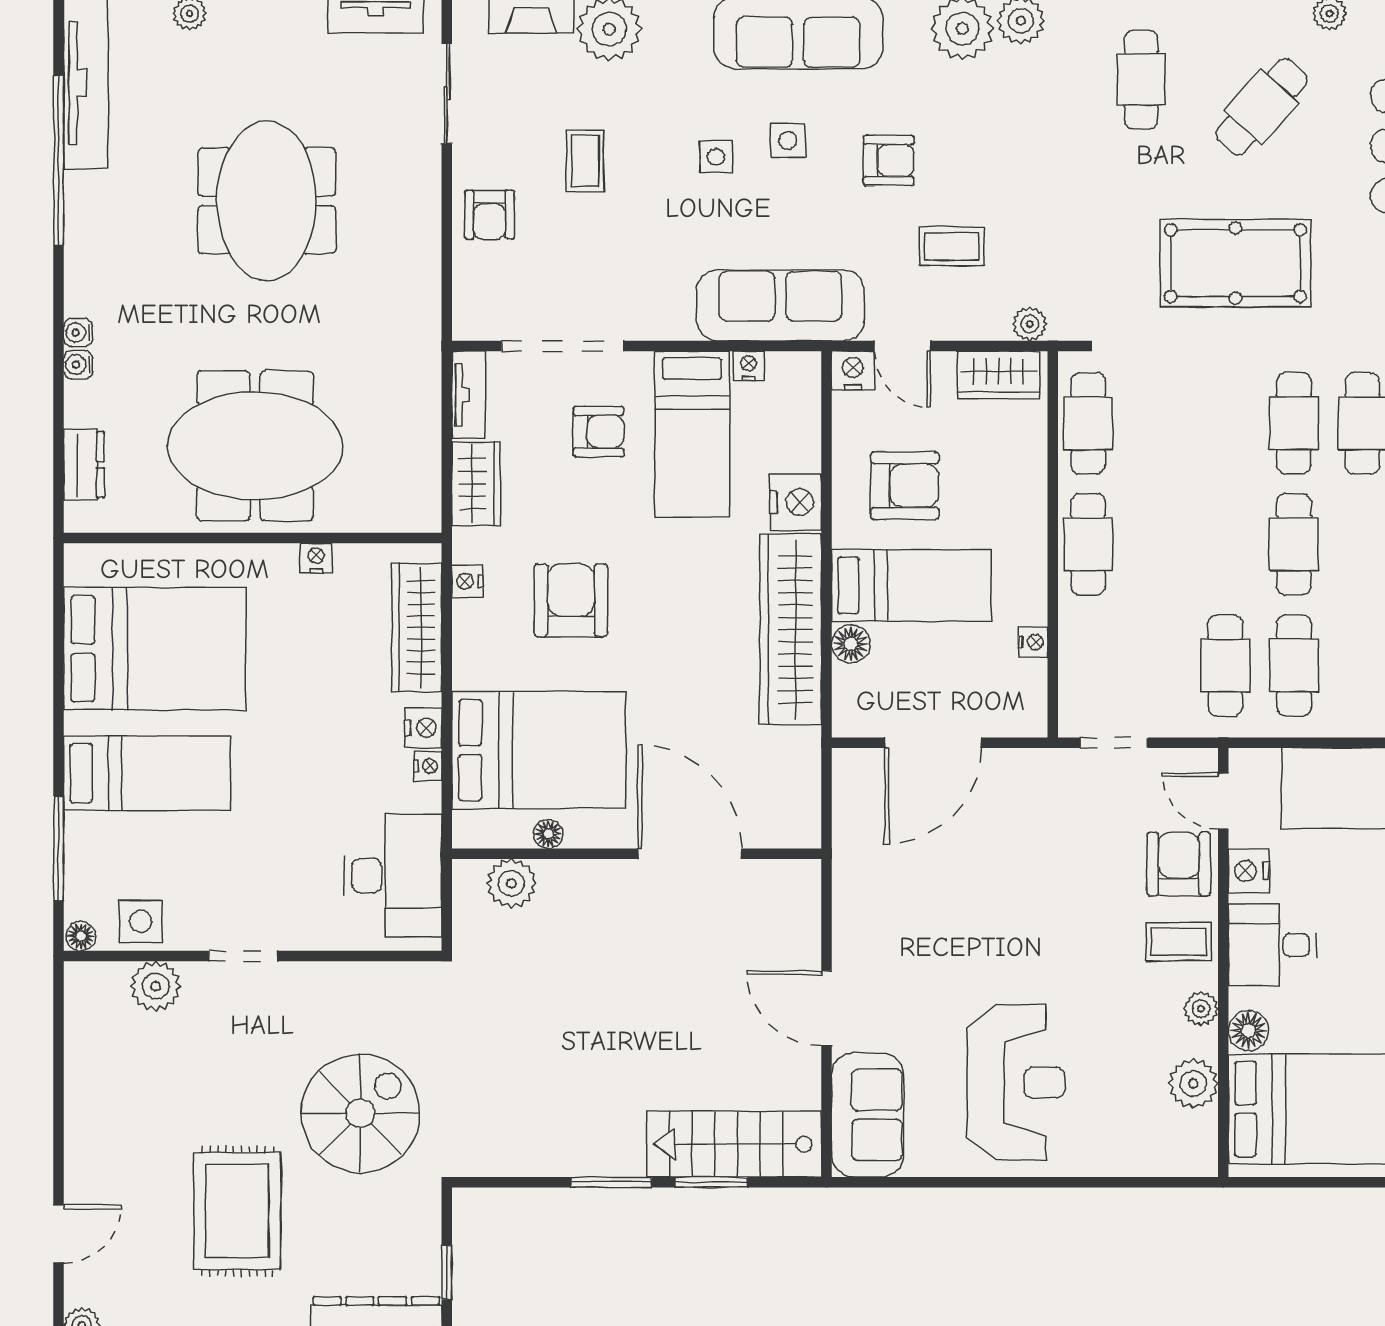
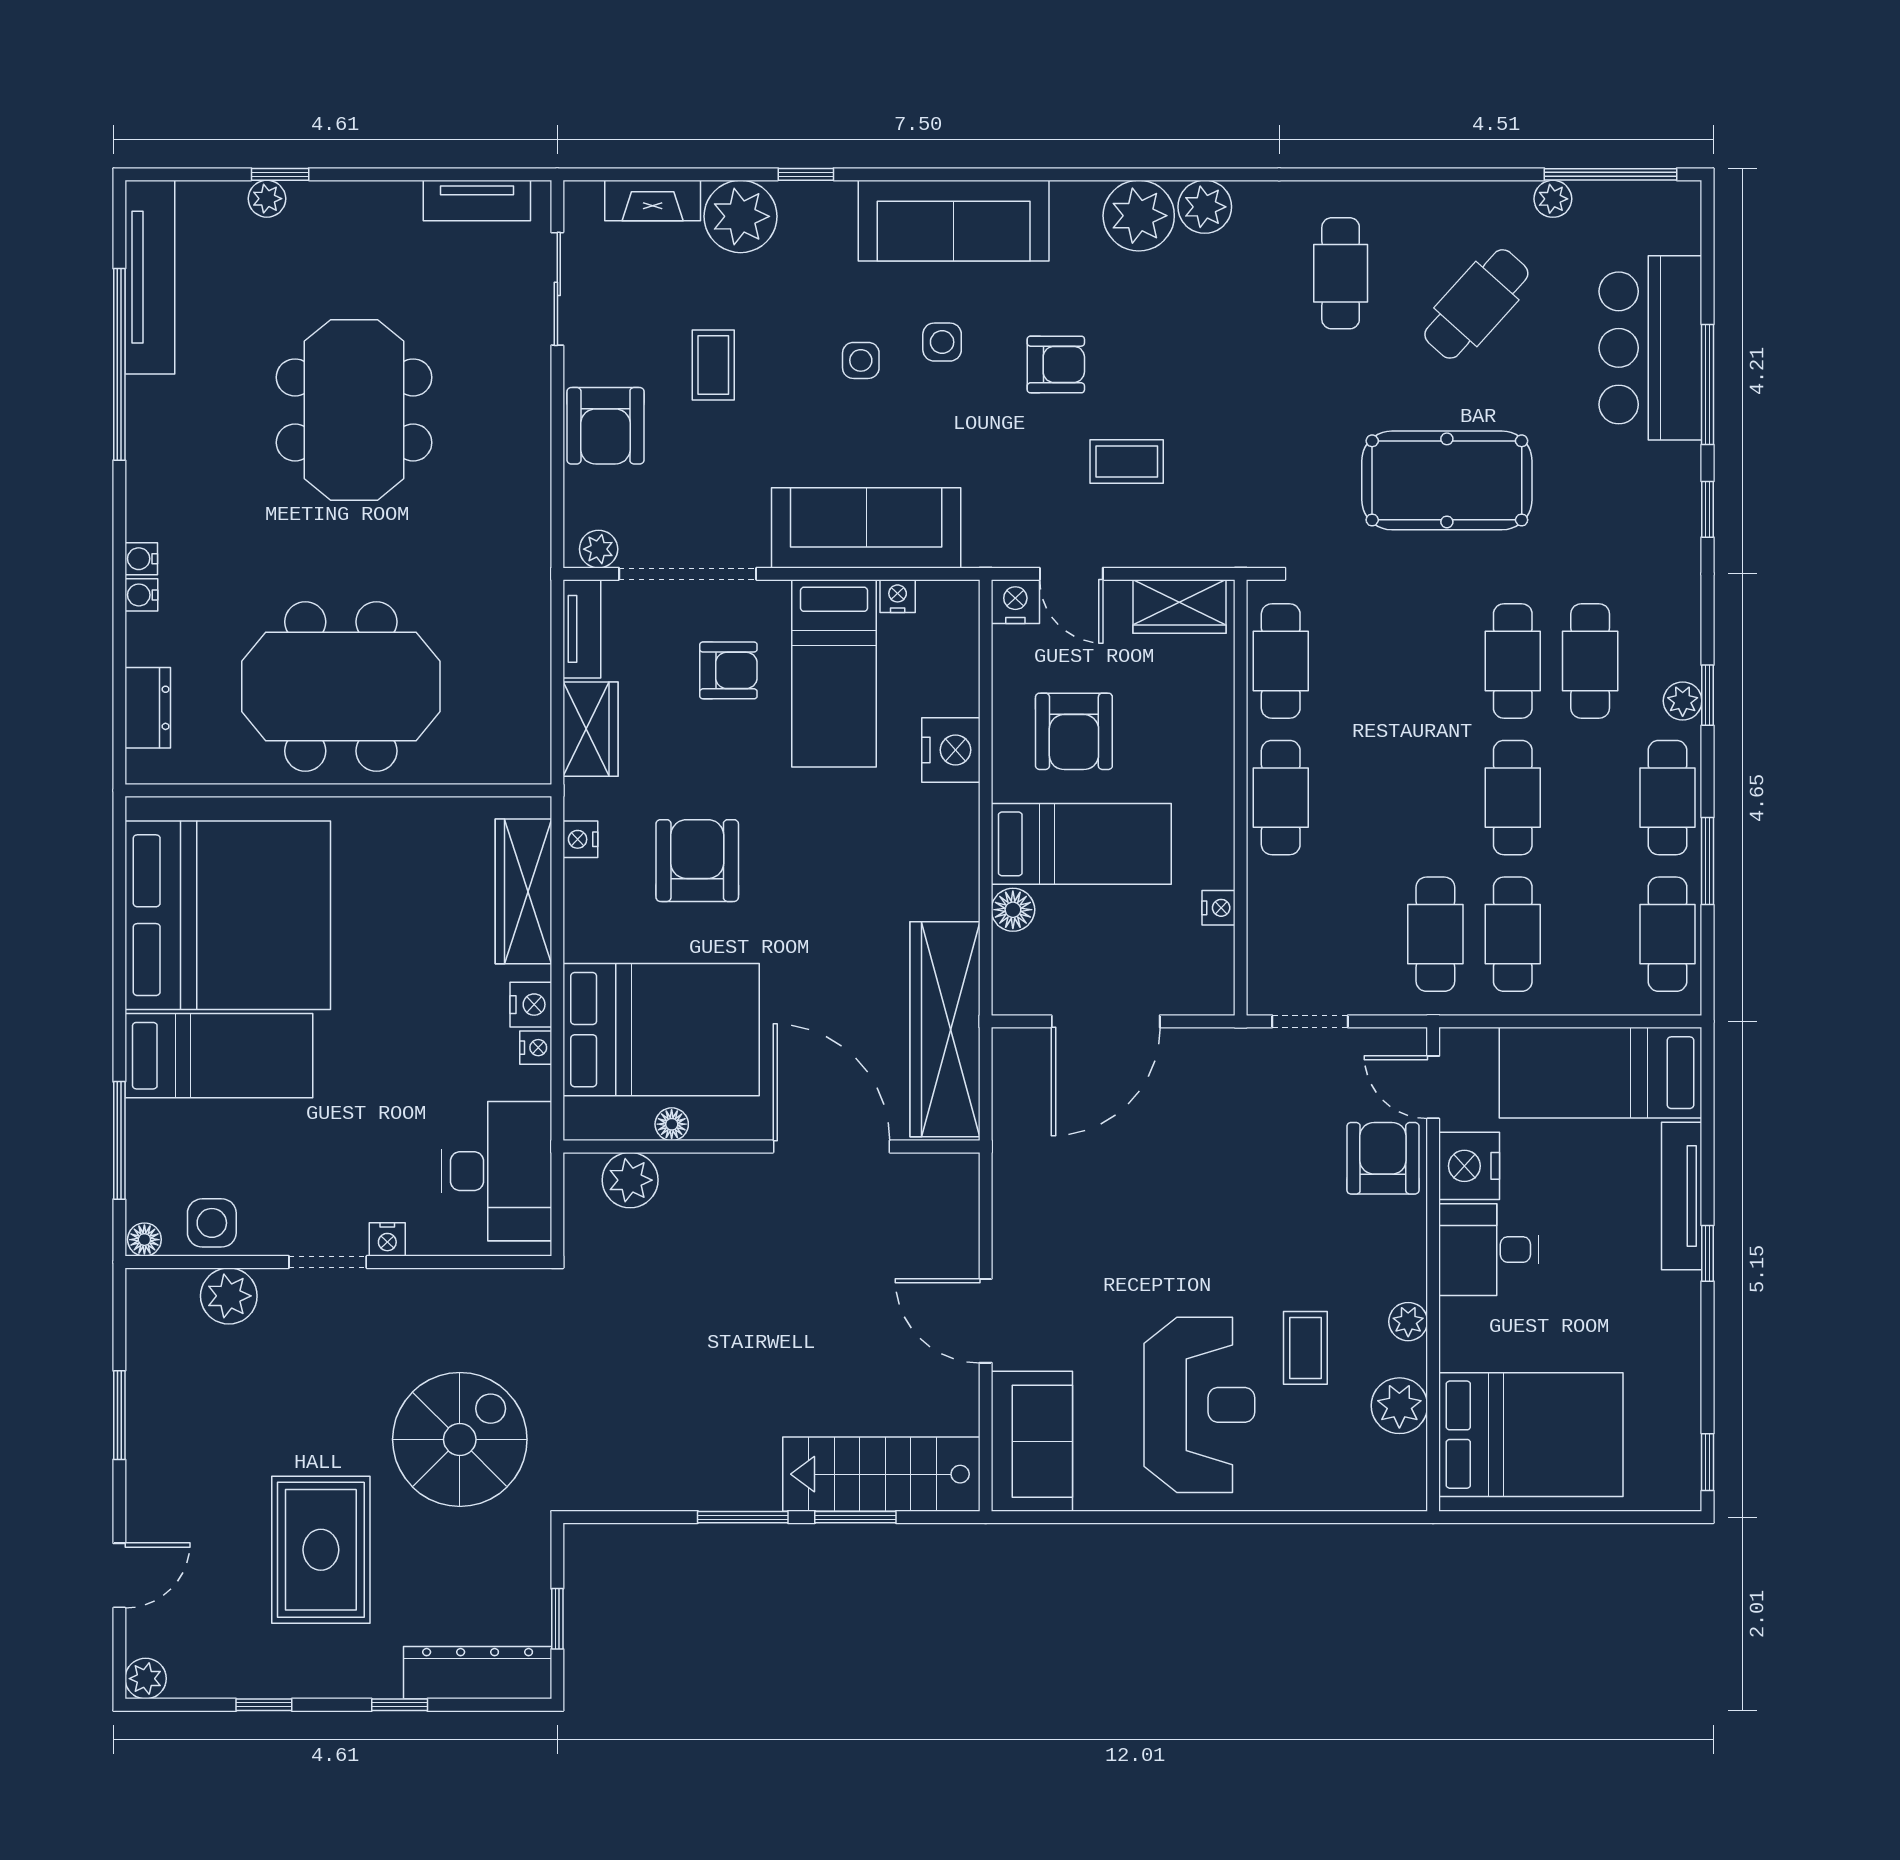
armchair: (490, 215) -> (605, 426), width x1.38, depth x1.38
sofa: (780, 305) -> (866, 528), moved
plant: (1030, 324) -> (599, 549), moved
armchair: (905, 486) -> (1074, 731), turned 90
nightstand: (316, 558) -> (387, 1239), moved, turned 180
wardrobe: (791, 630) -> (945, 1029), moved
bed: (155, 649) -> (228, 915), width x1.36
nightstand: (1249, 871) -> (1469, 1166), width x1.36, depth x1.33
coffee table: (1179, 942) -> (1305, 1348), moved, turned 90
floor lamp: (1248, 1031) -> (1462, 1346), removed
window: (59, 1092) -> (119, 1415), added

